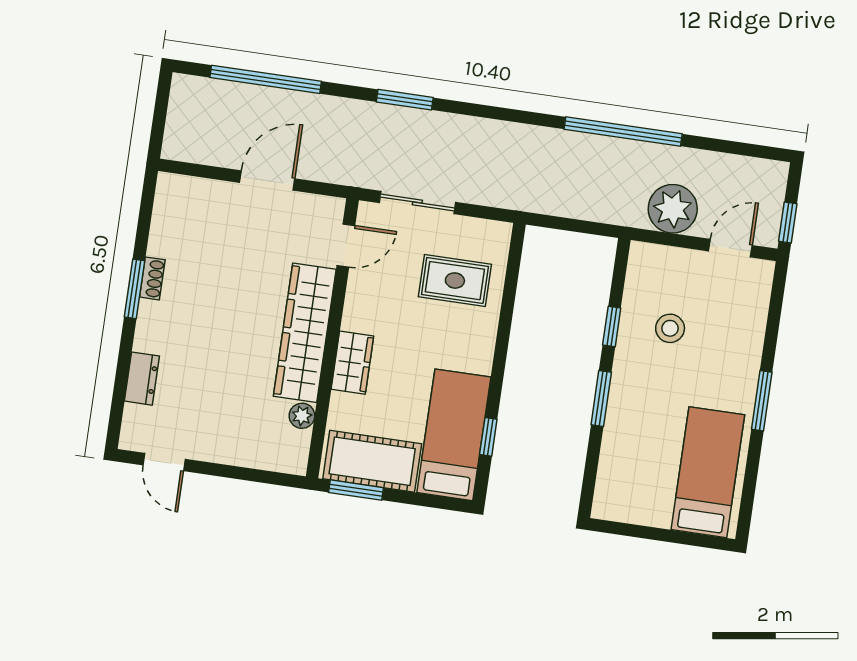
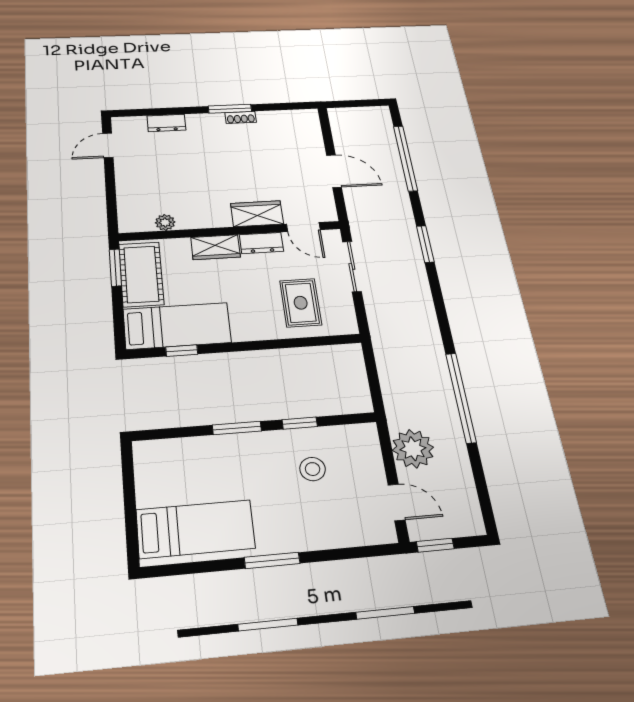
dresser: (359, 304) -> (261, 243), added
wardrobe: (305, 333) -> (257, 214), width x0.48, depth x0.85

